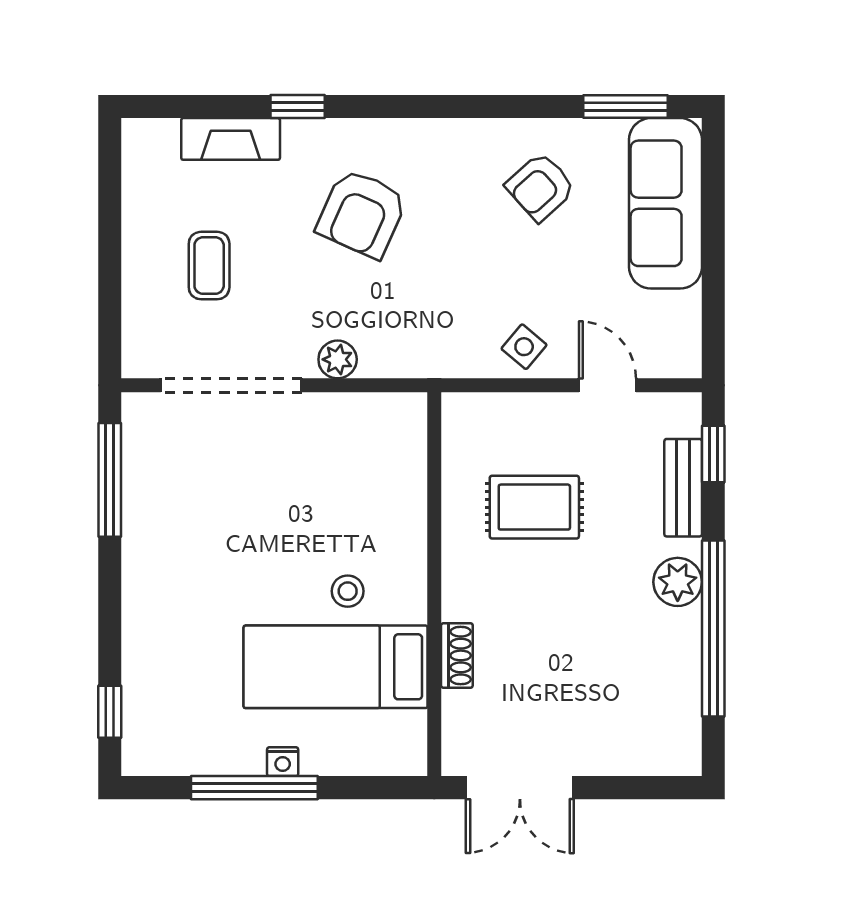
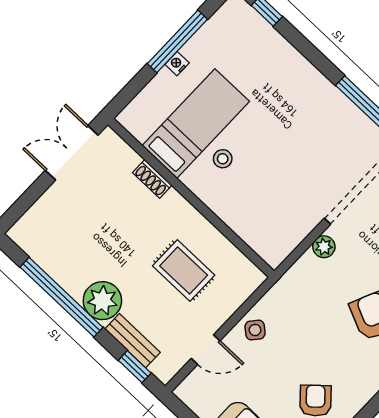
rug: (534, 507) -> (184, 270), turned 90
plant: (678, 582) -> (102, 301), width x1.36, depth x1.36

